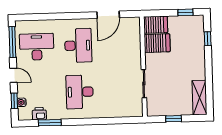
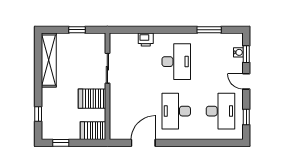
window: (12, 42) -> (246, 117), width x0.46
server rack: (157, 43) -> (92, 99), moved
desk: (37, 47) -> (220, 111), turned -90
shelving: (199, 98) -> (49, 60), width x1.47
printer: (39, 114) -> (146, 40), moved

